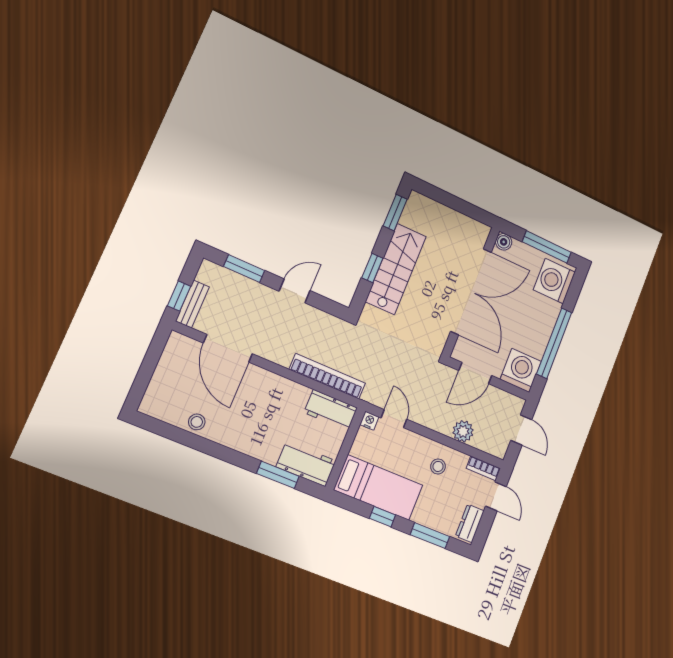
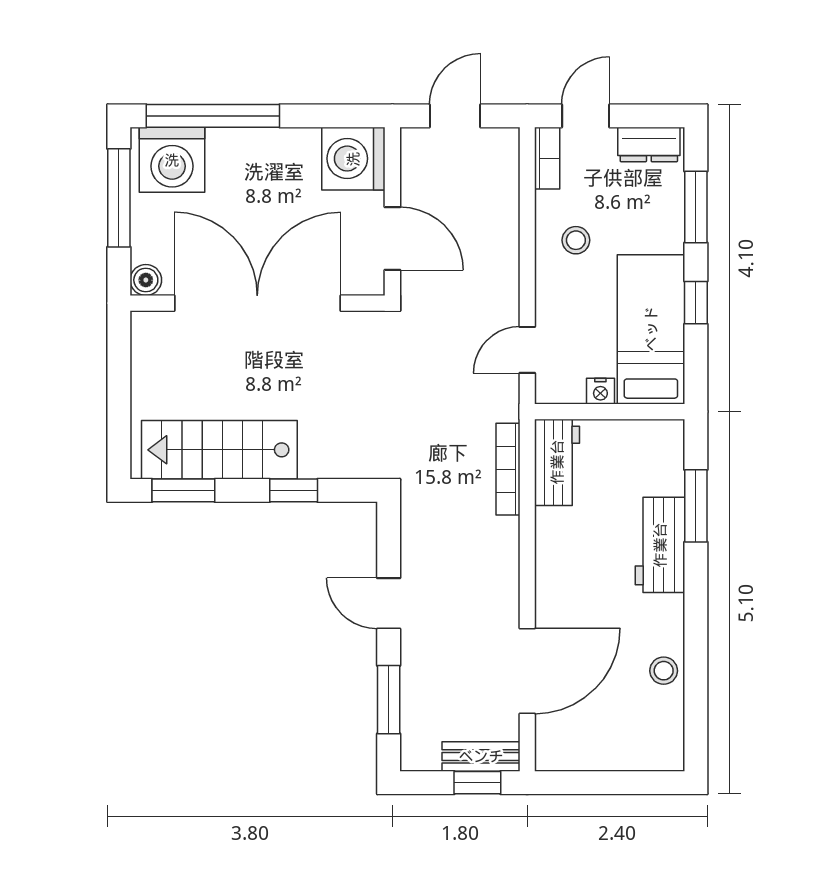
stairs: (396, 269) -> (219, 450), moved
window: (554, 343) -> (213, 116), moved
bookcase: (327, 376) -> (508, 469), width x0.68, depth x0.76
nightstand: (369, 421) -> (600, 391), moved, turned -90
plant: (463, 431) -> (500, 220), removed
workbench: (306, 464) -> (660, 545), moved

